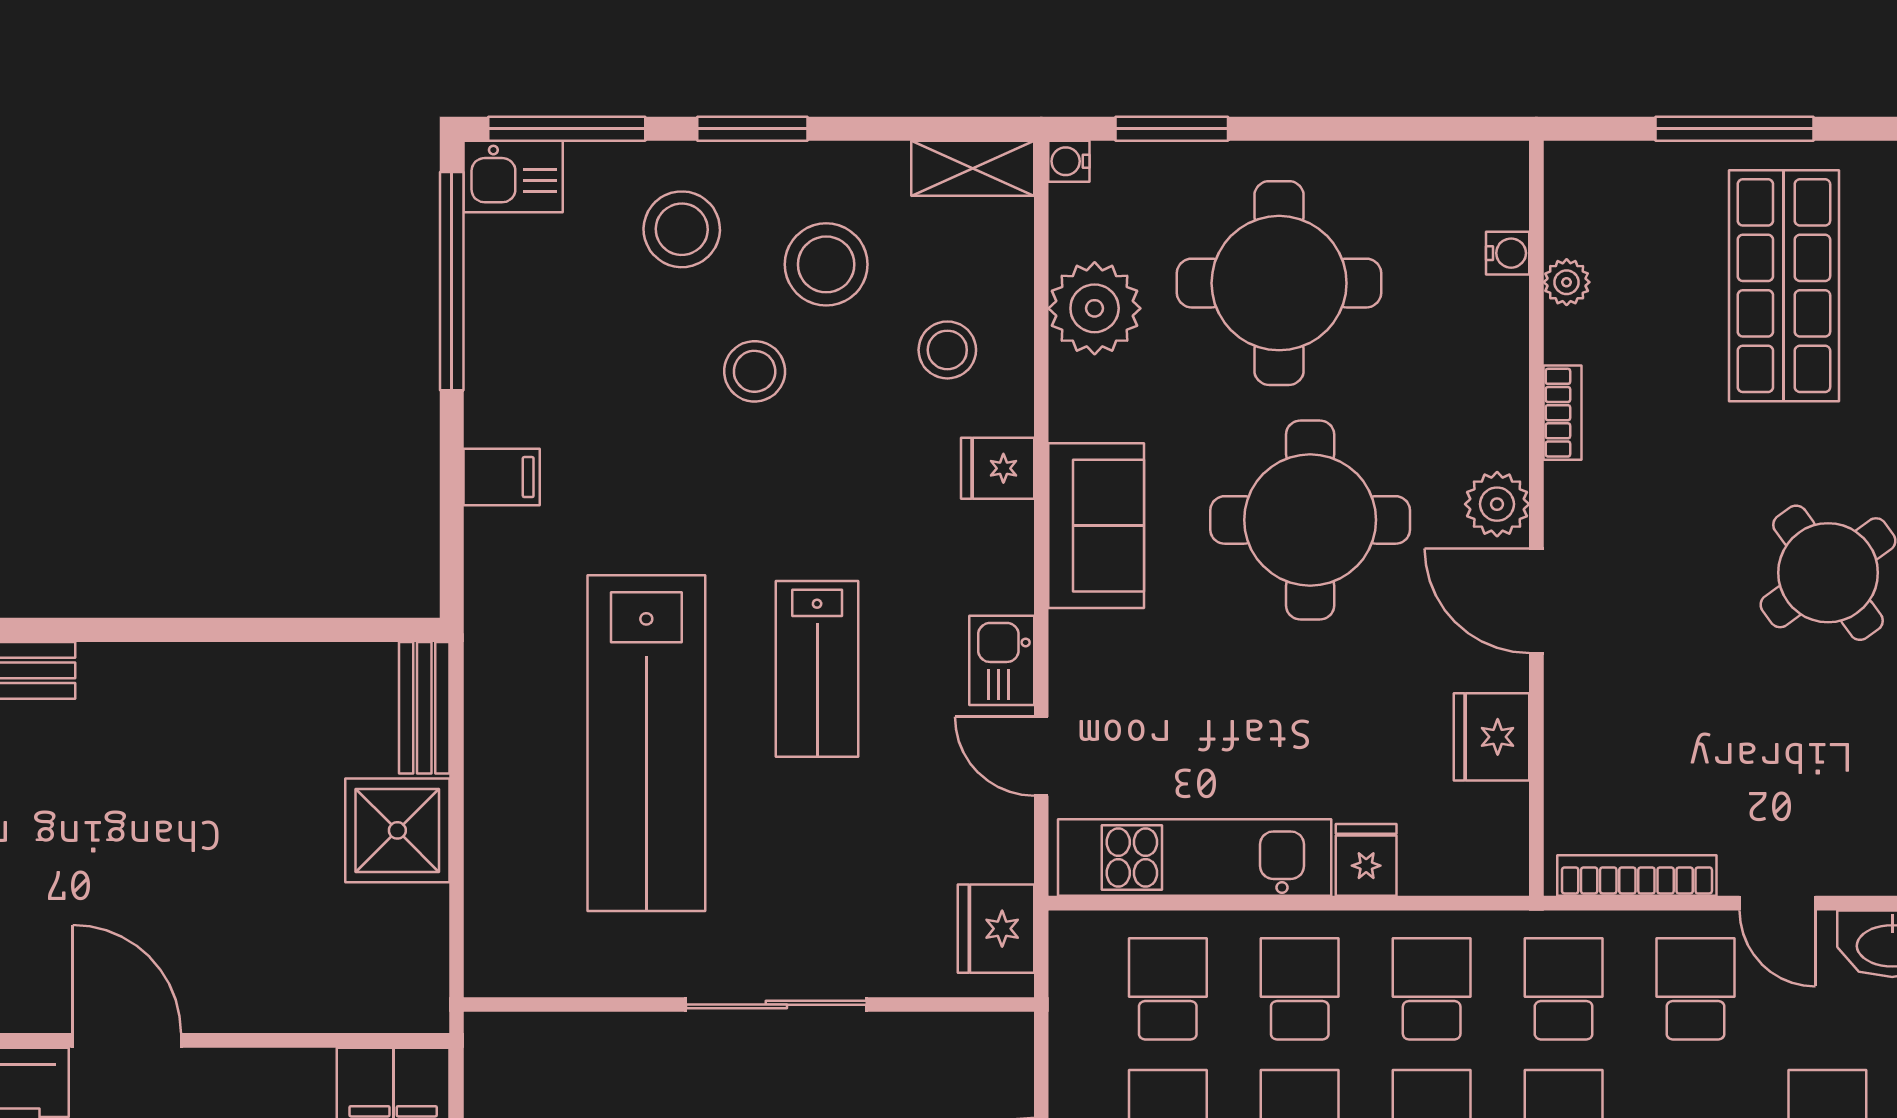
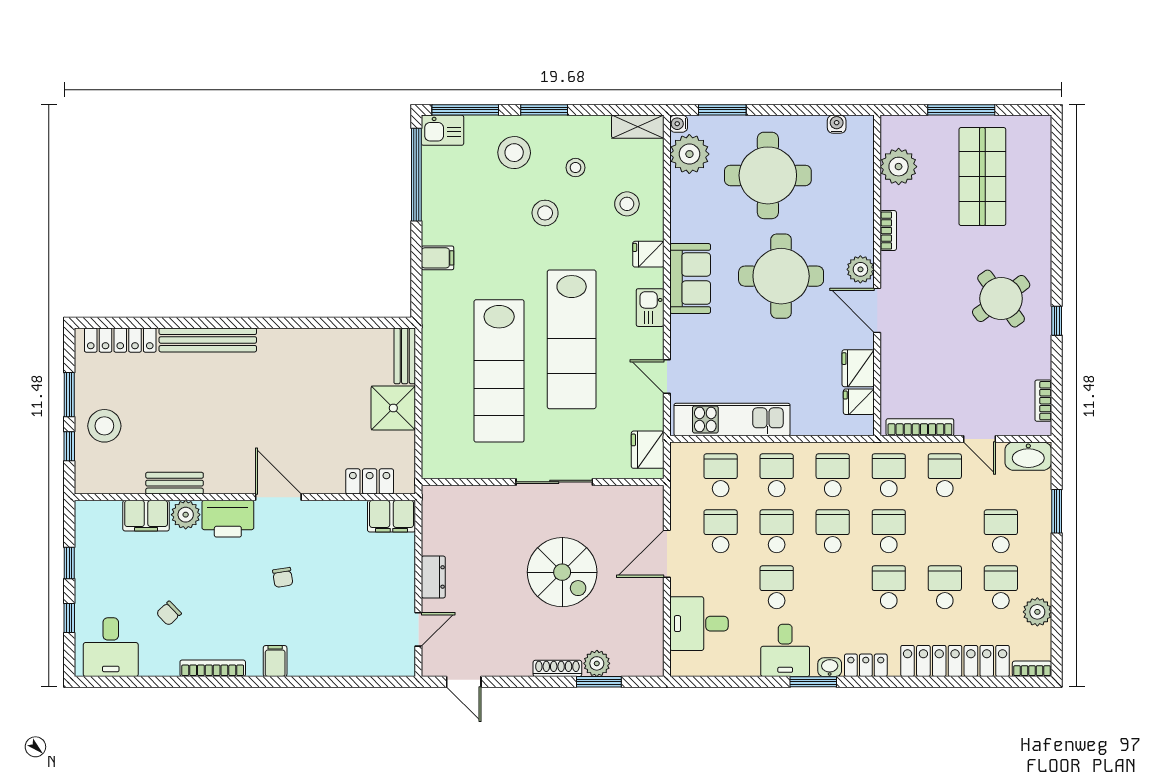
water cooler: (1508, 253) -> (837, 124), moved, turned -90
stool: (826, 264) -> (575, 168), width x0.53, depth x0.53
plant: (1567, 282) -> (899, 167), width x1.87, depth x1.87
plant: (1095, 308) -> (689, 154), moved
kitchen sink: (1002, 660) -> (650, 308), moved
lab bench: (817, 669) -> (572, 339), width x1.86, depth x1.39
fridge: (1366, 860) -> (859, 402), moved, turned -90
locker: (342, 1003) -> (370, 481), added

